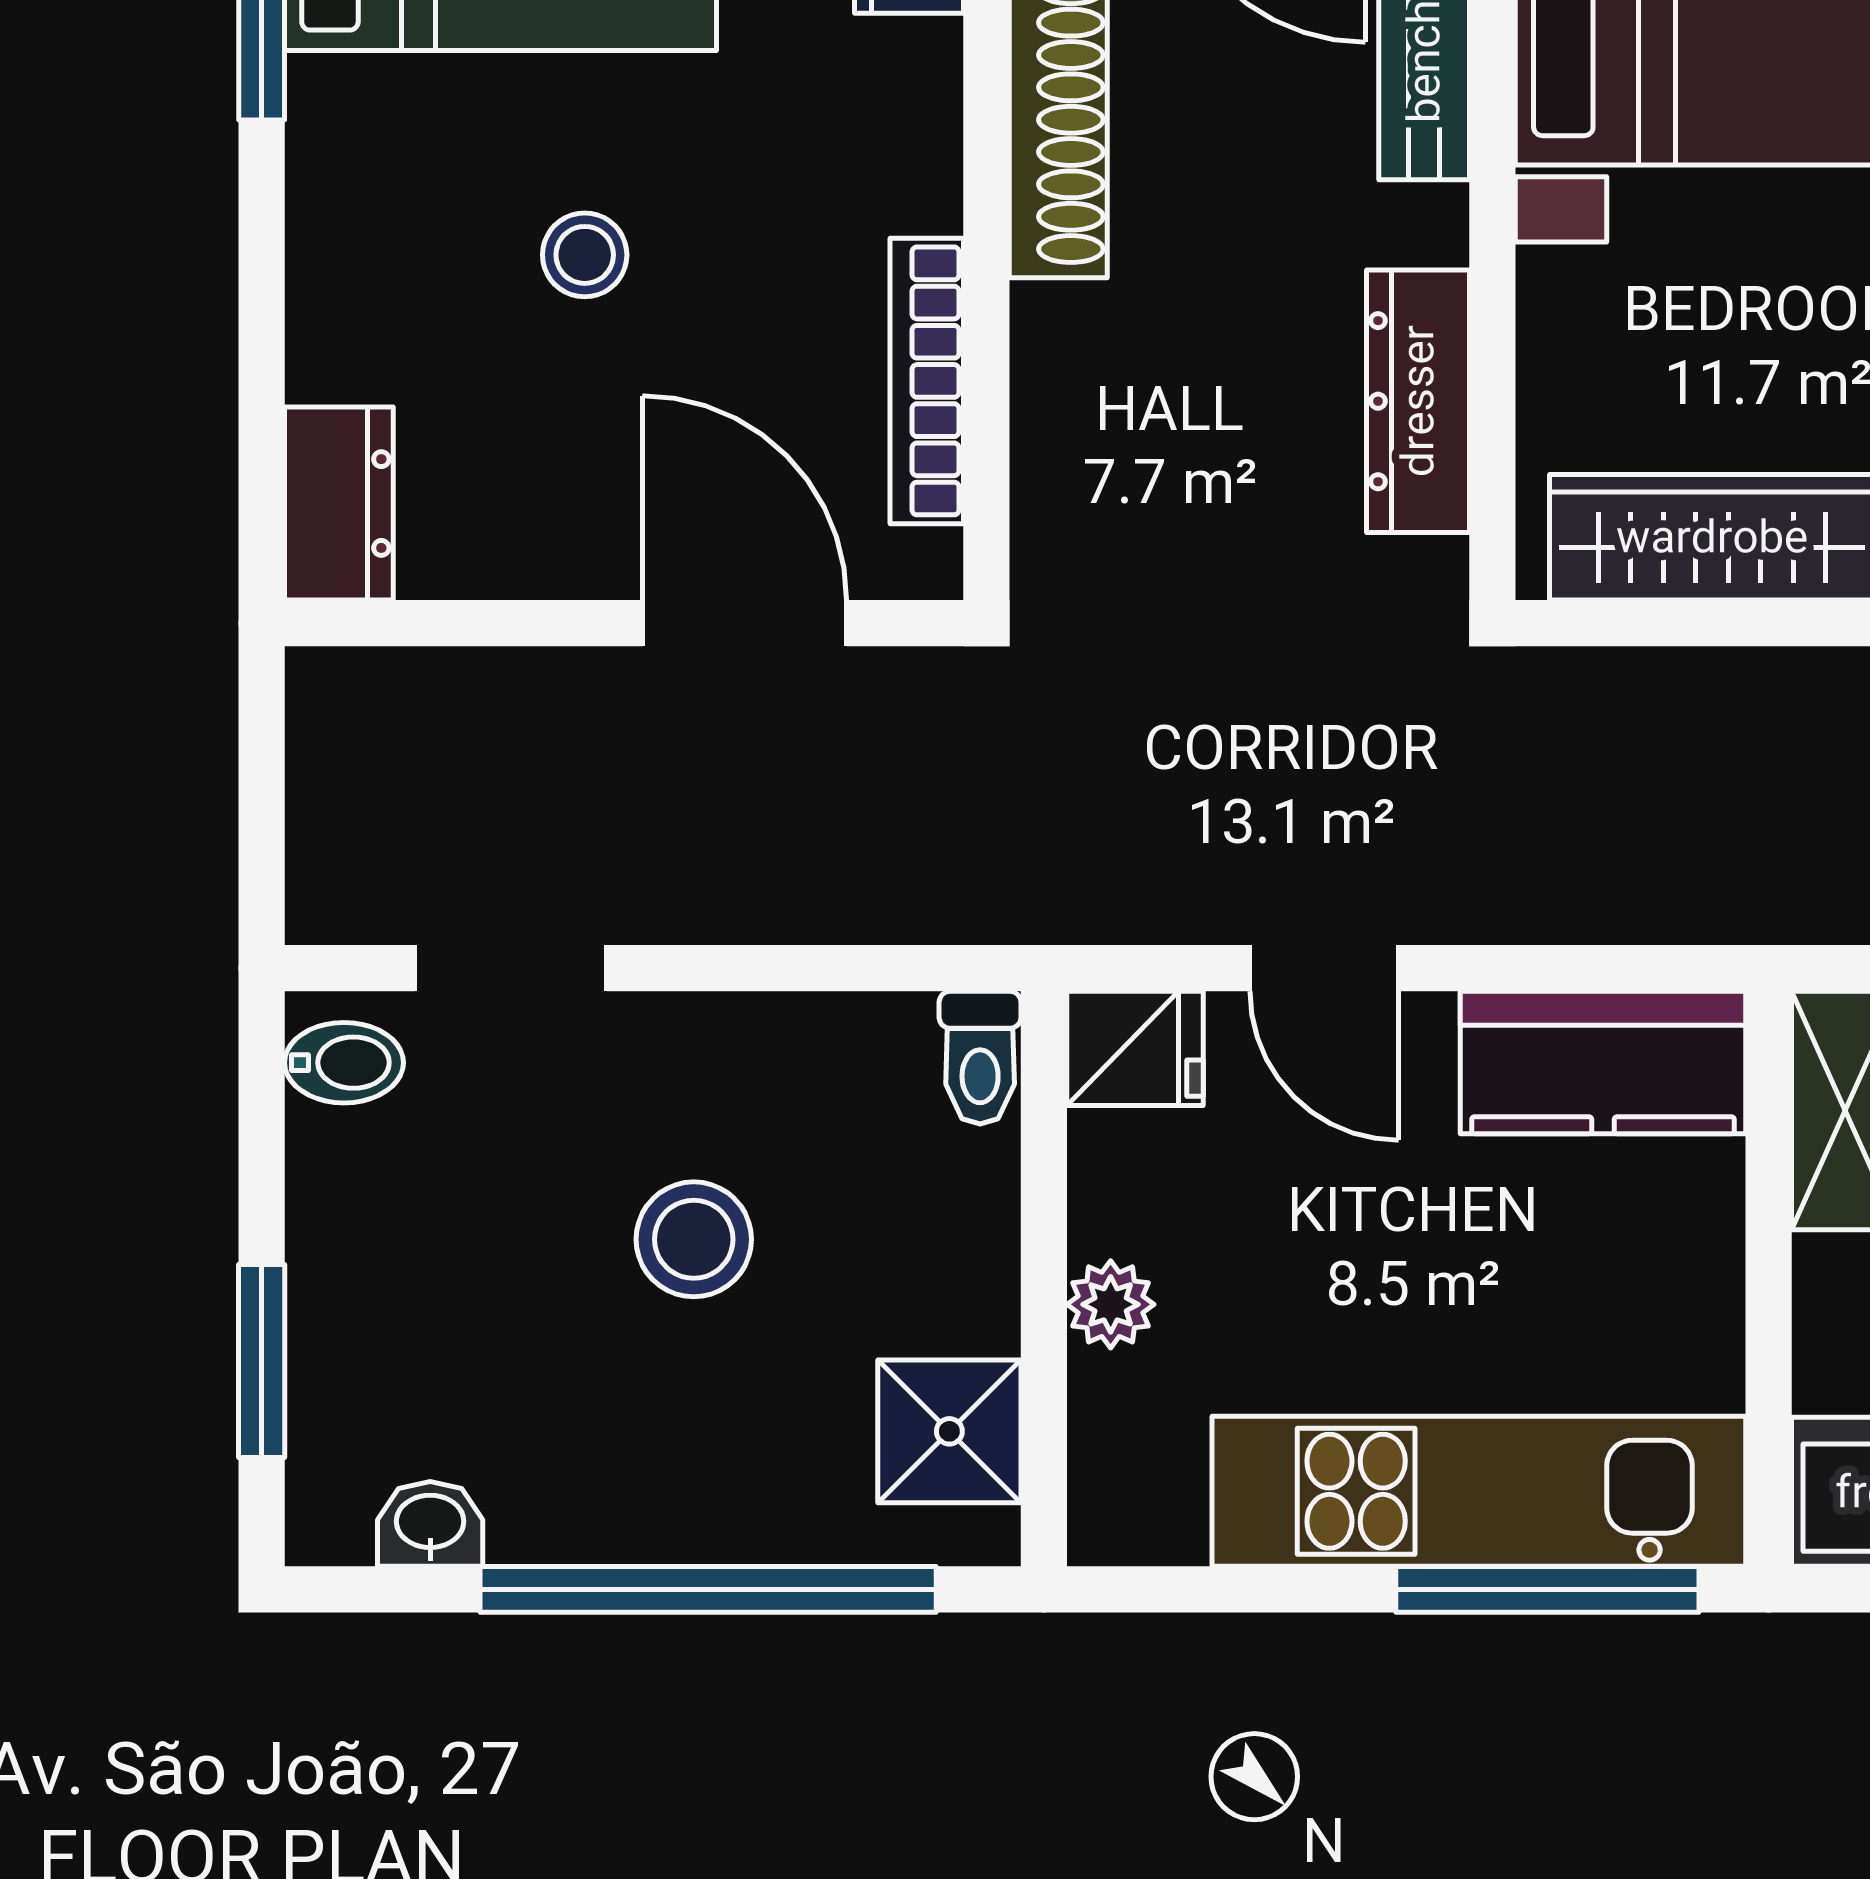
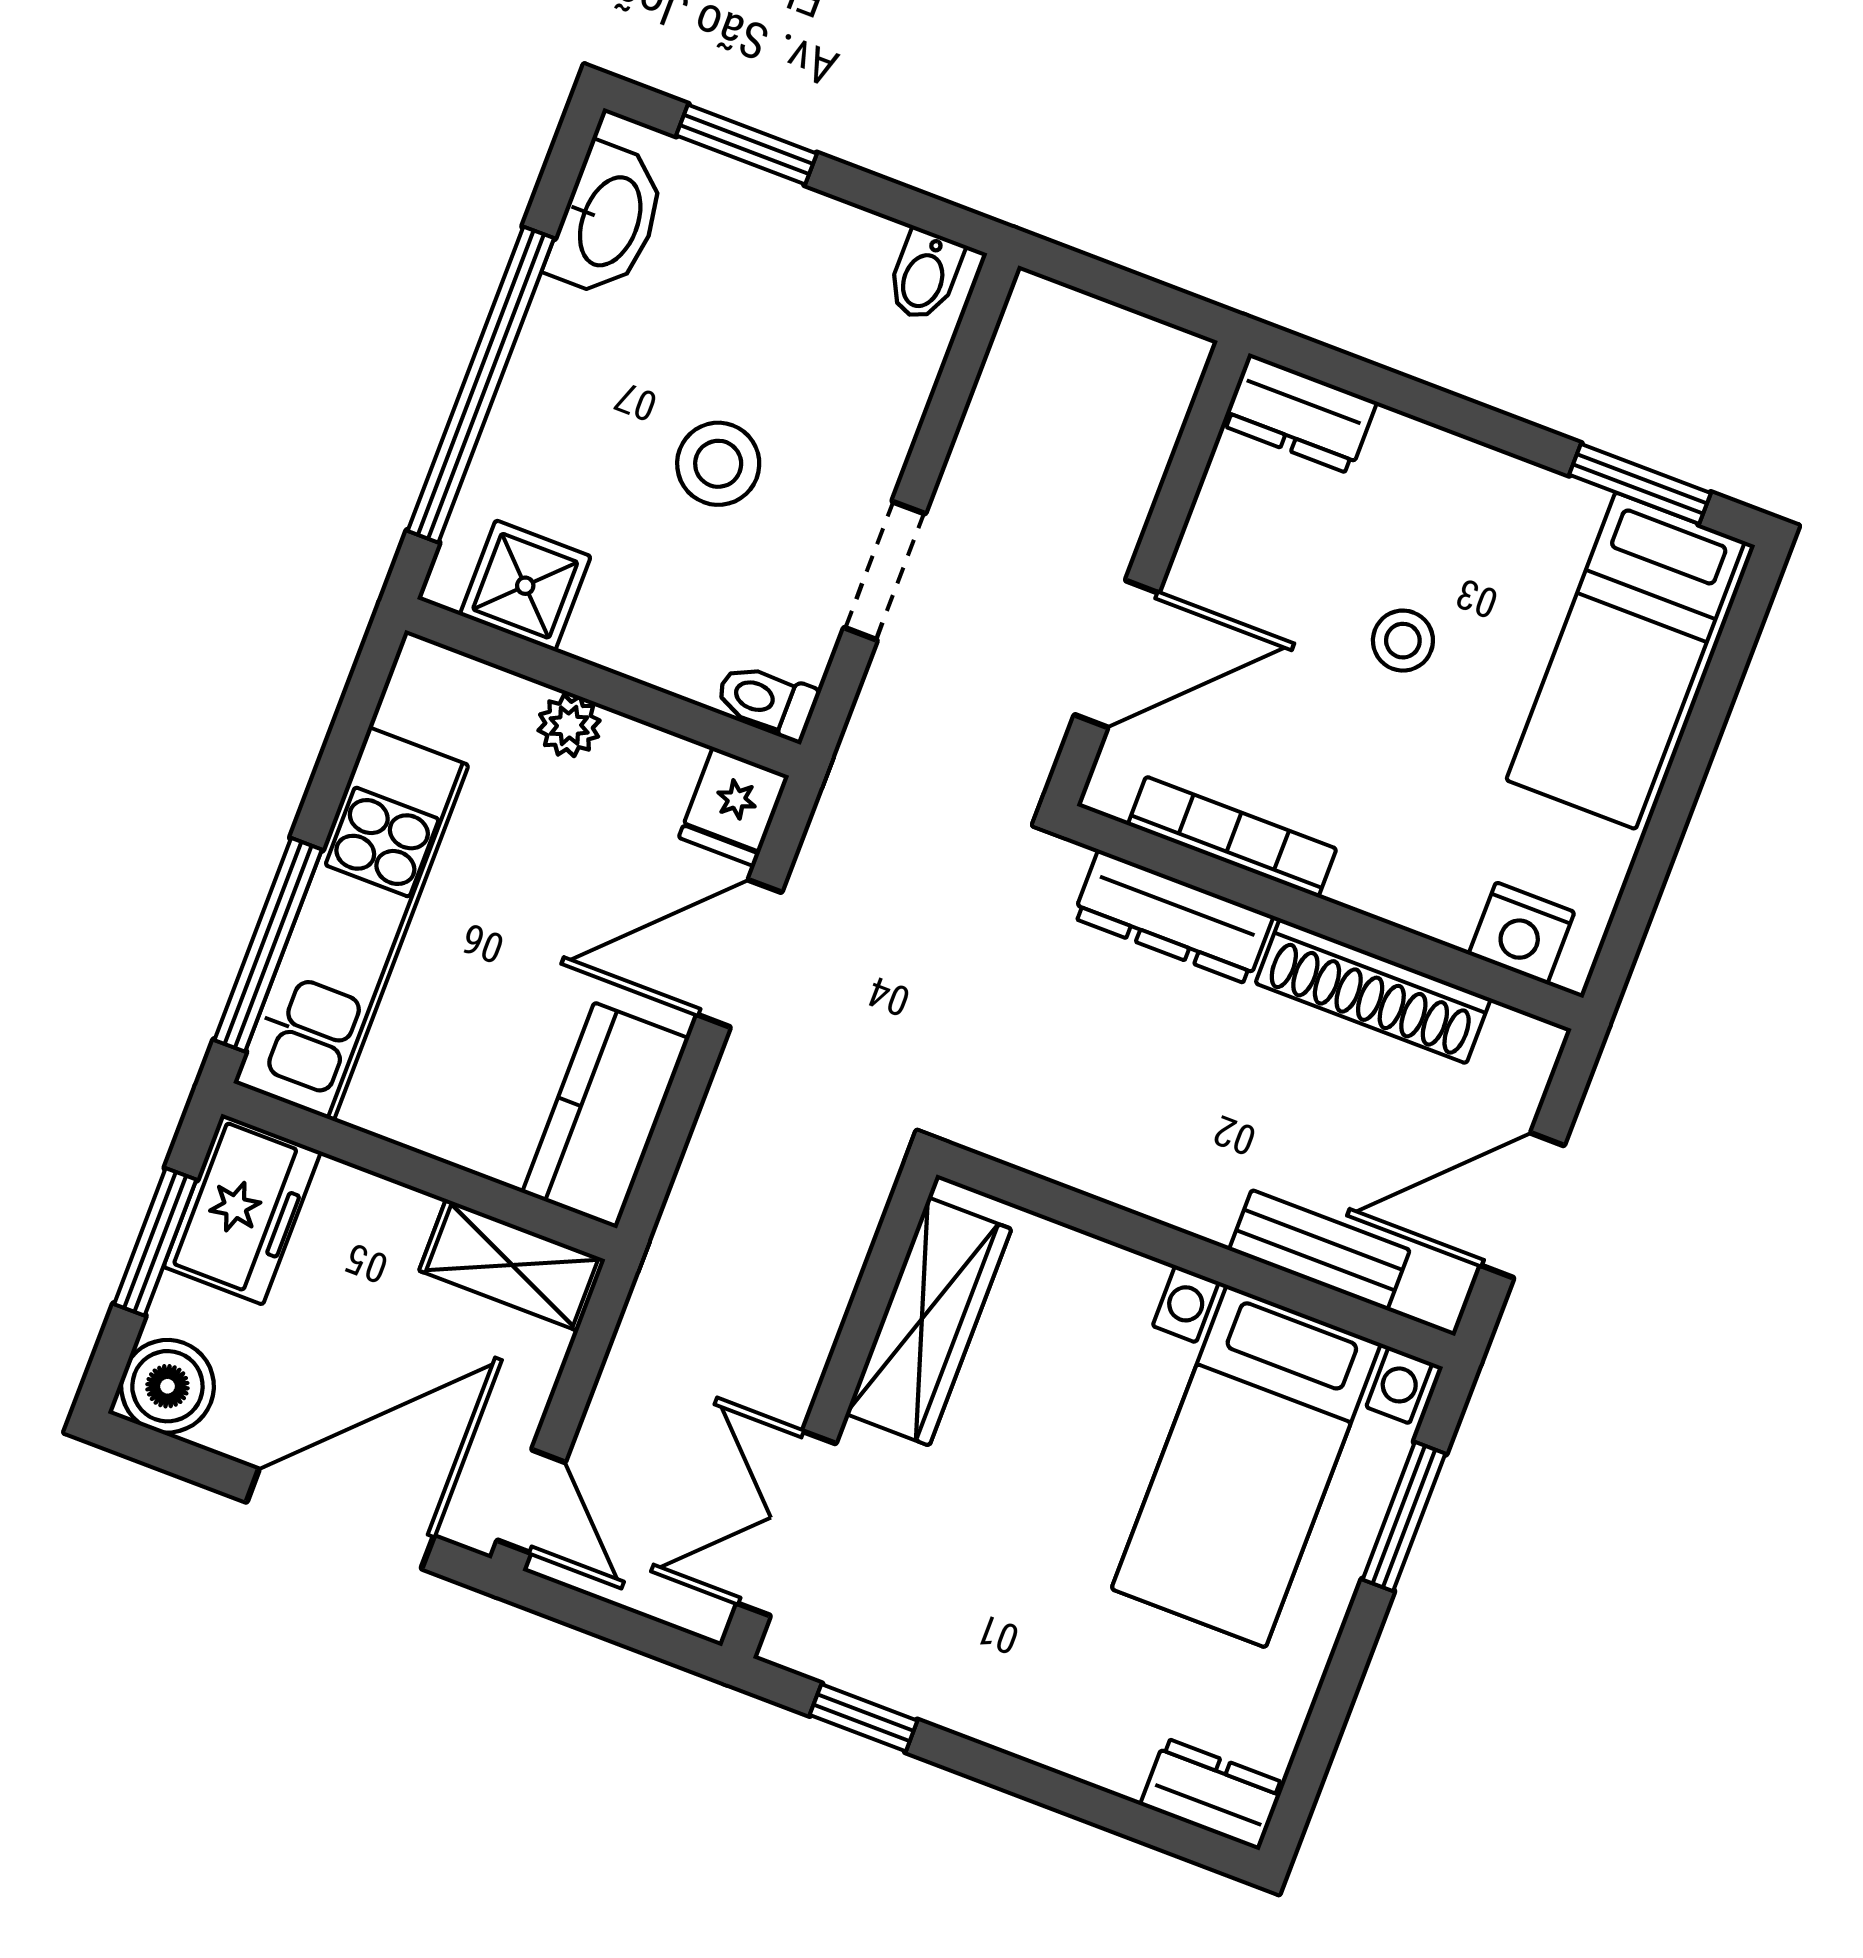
dresser: (1418, 401) -> (1173, 917), moved, turned 180
doorway: (511, 968) -> (885, 571), moved
door: (1324, 968) -> (739, 953), width x1.38
washbasin: (430, 1524) -> (608, 220), width x1.91, depth x1.45

